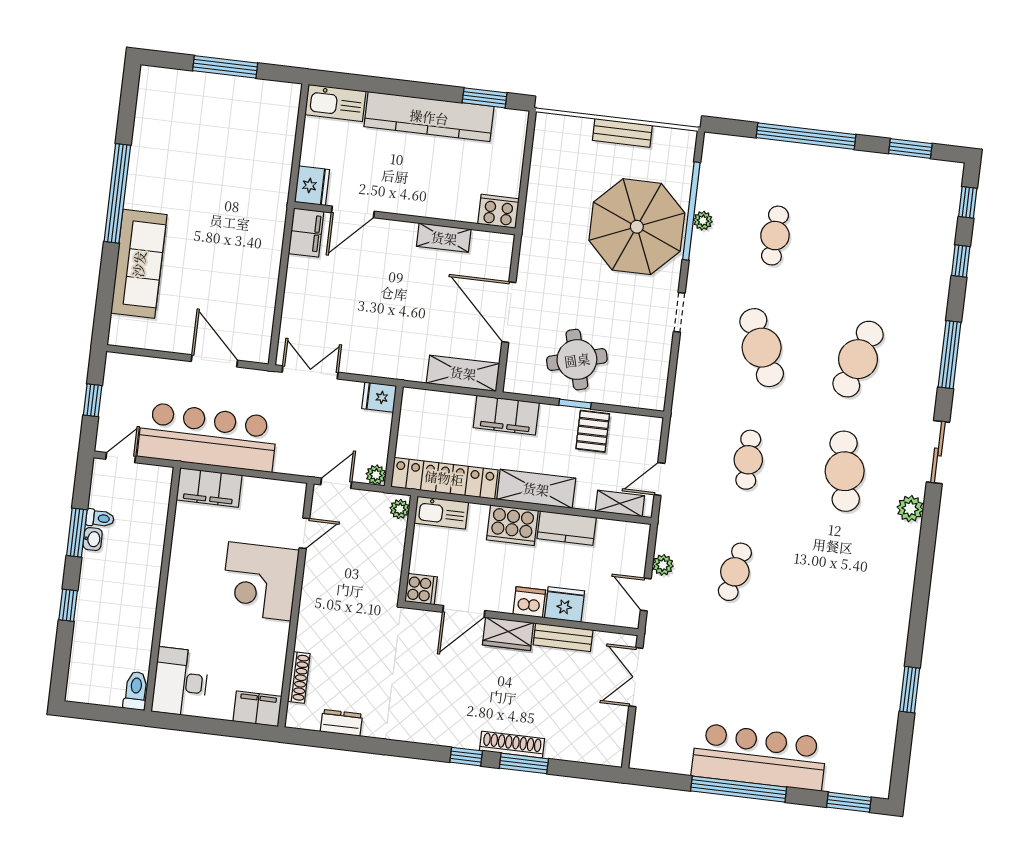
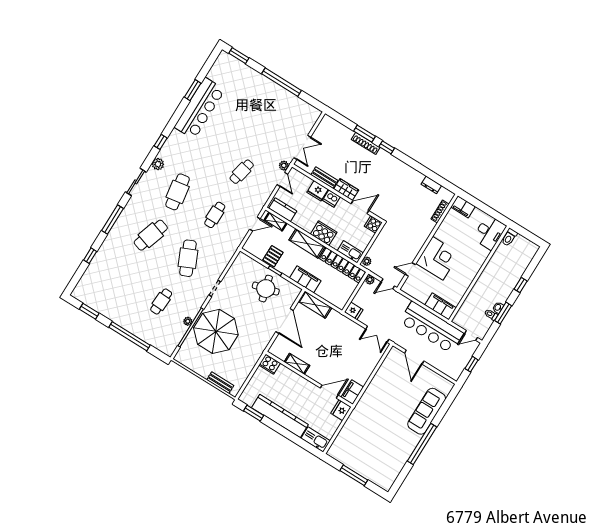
bench: (622, 133) -> (220, 383), moved
window: (968, 202) -> (161, 142), moved
kitchen counter: (567, 528) -> (283, 210), moved
plant: (663, 565) -> (284, 166), moved
bar counter: (759, 757) -> (200, 108), moved, turned -90

